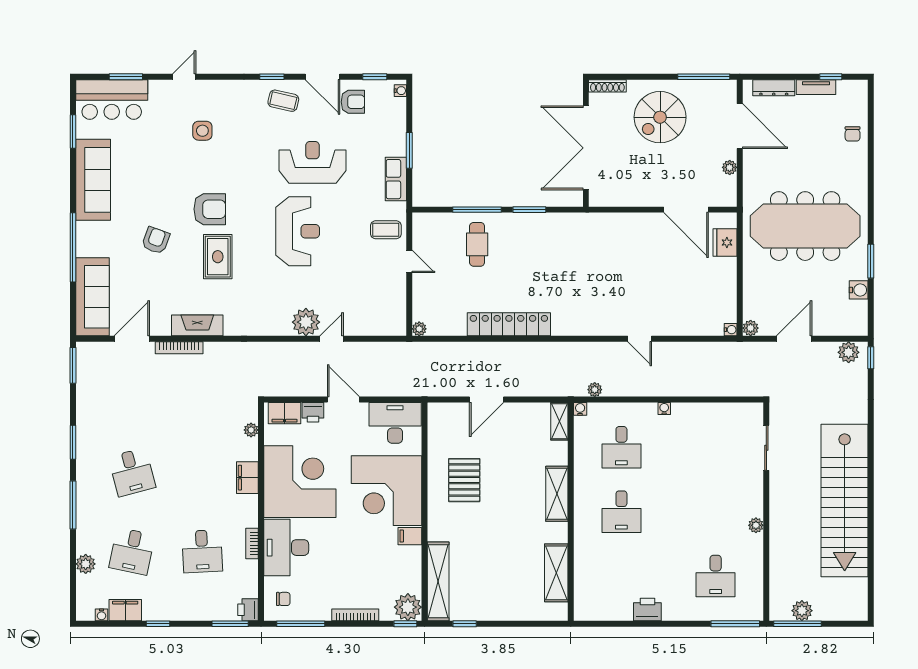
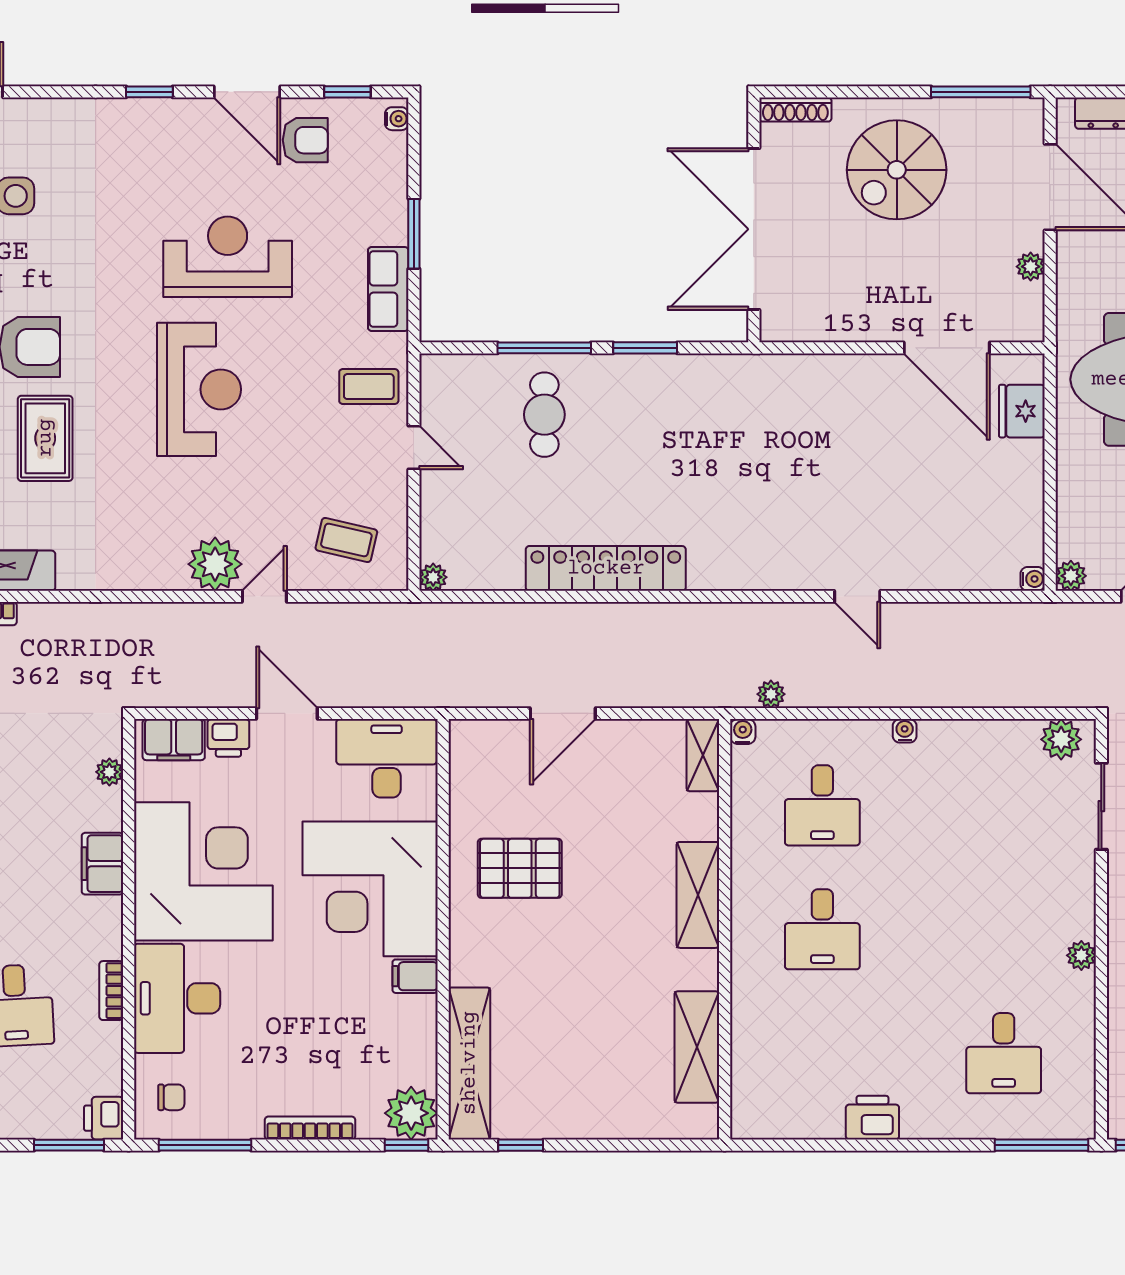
coffee table: (283, 101) -> (346, 540), moved
plant: (745, 413) -> (1061, 739), added
pallet: (464, 480) -> (520, 868), turned 90

